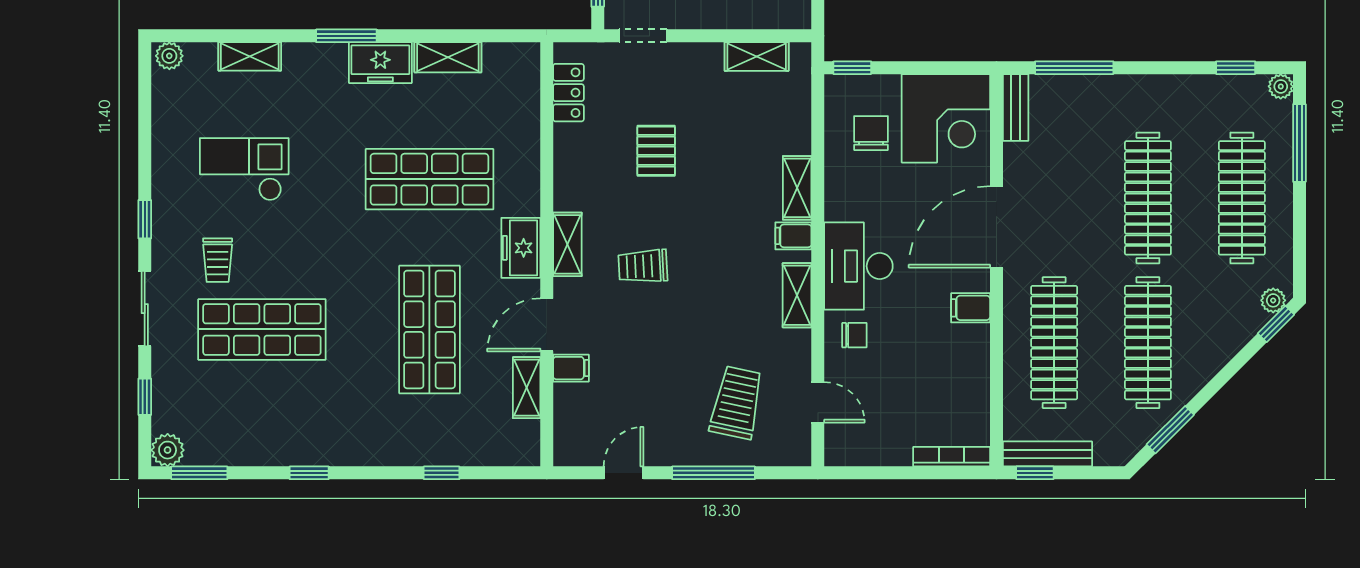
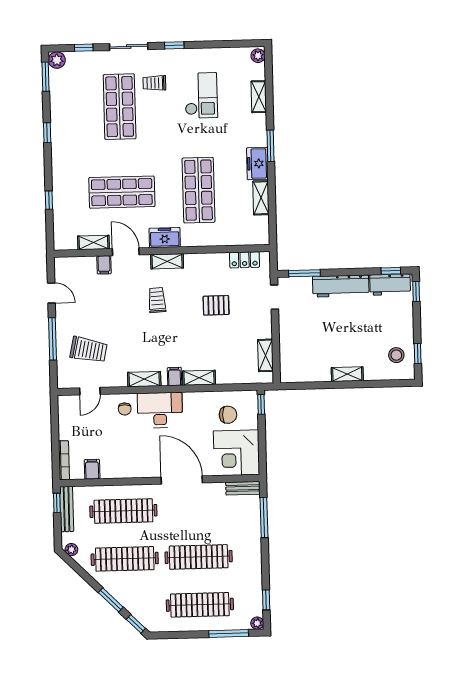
plant: (1273, 300) -> (71, 550), moved
filing cabinet: (971, 308) -> (92, 469), moved
window: (1170, 430) -> (111, 600), moved

